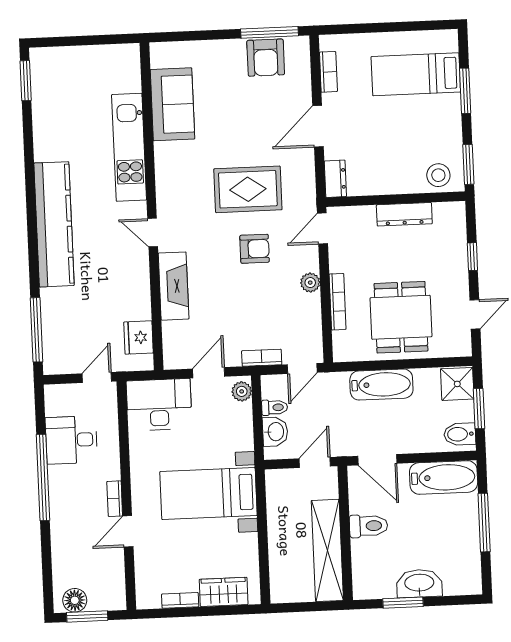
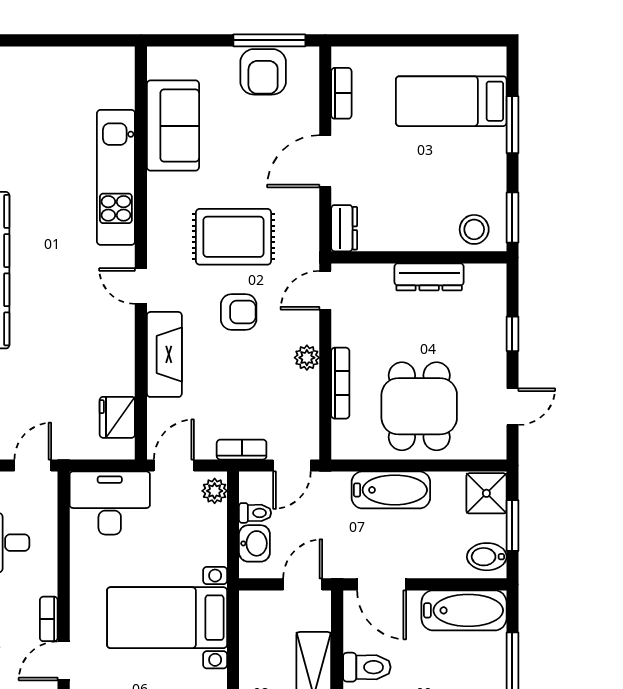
sofa: (172, 104) -> (173, 126), moved
kitchen unit: (129, 147) -> (116, 177), moved
wall: (151, 206) -> (141, 253), moved
door: (153, 233) -> (141, 286), moved
fireplace: (174, 286) -> (164, 354), moved
fridge: (138, 337) -> (117, 417), moved

